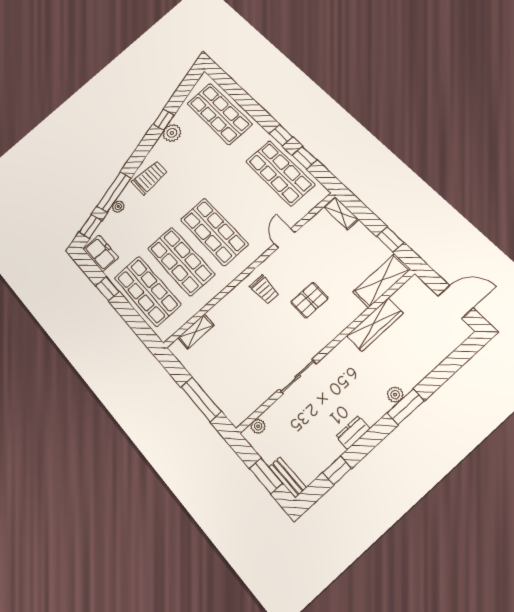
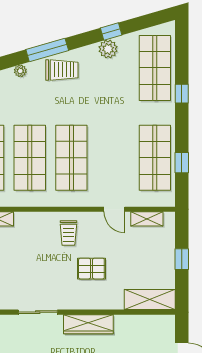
window: (281, 135) -> (182, 94), moved
window: (114, 192) -> (47, 50), moved
shelving: (341, 213) -> (147, 219), moved, turned 90
door: (285, 238) -> (114, 209), swing flipped
window: (390, 239) -> (182, 259), moved
wardrobe: (375, 324) -> (88, 324), moved

